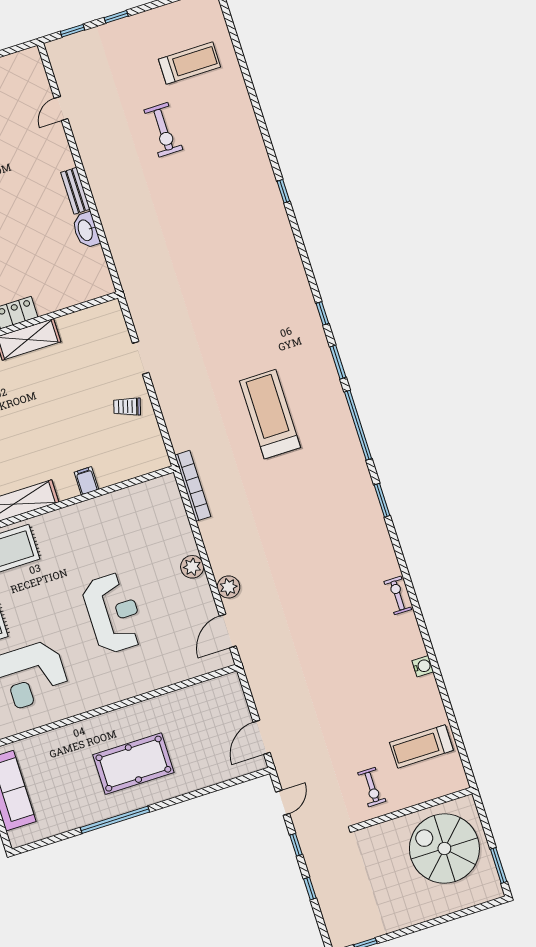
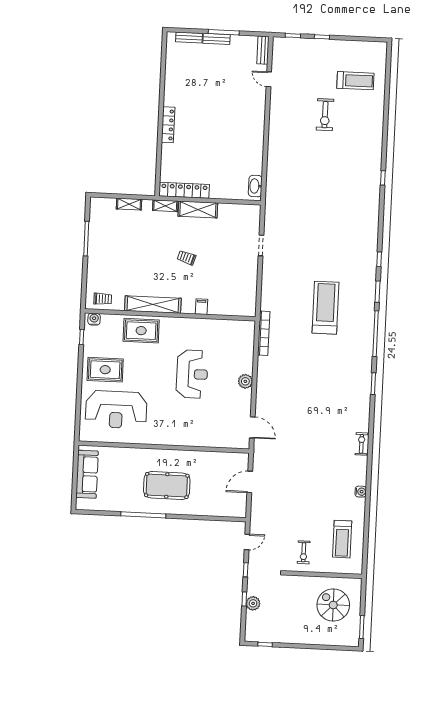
door: (61, 108) -> (269, 79), hinge flipped
bench: (75, 191) -> (263, 50), moved
washbasin: (86, 230) -> (255, 186), moved
trolley: (127, 407) -> (186, 258), moved
plant: (229, 587) -> (253, 603), moved
reception desk: (113, 613) -> (192, 374), moved
door: (228, 631) -> (252, 427), swing flipped
door: (262, 737) -> (250, 482), moved
treadmill: (421, 746) -> (342, 539), turned -90
spiral stairs: (444, 849) -> (333, 605), width x0.73, depth x0.73

